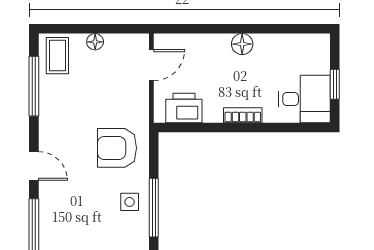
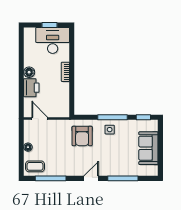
desk: (304, 99) -> (53, 40), width x1.37
printer: (184, 108) -> (31, 88), moved, turned 180

